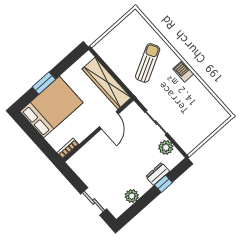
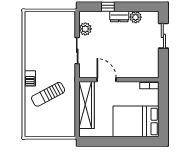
barbecue: (183, 71) -> (30, 78), moved
window: (44, 83) -> (127, 141), removed
door: (109, 120) -> (107, 80), hinge flipped
dresser: (158, 174) -> (119, 17), moved

